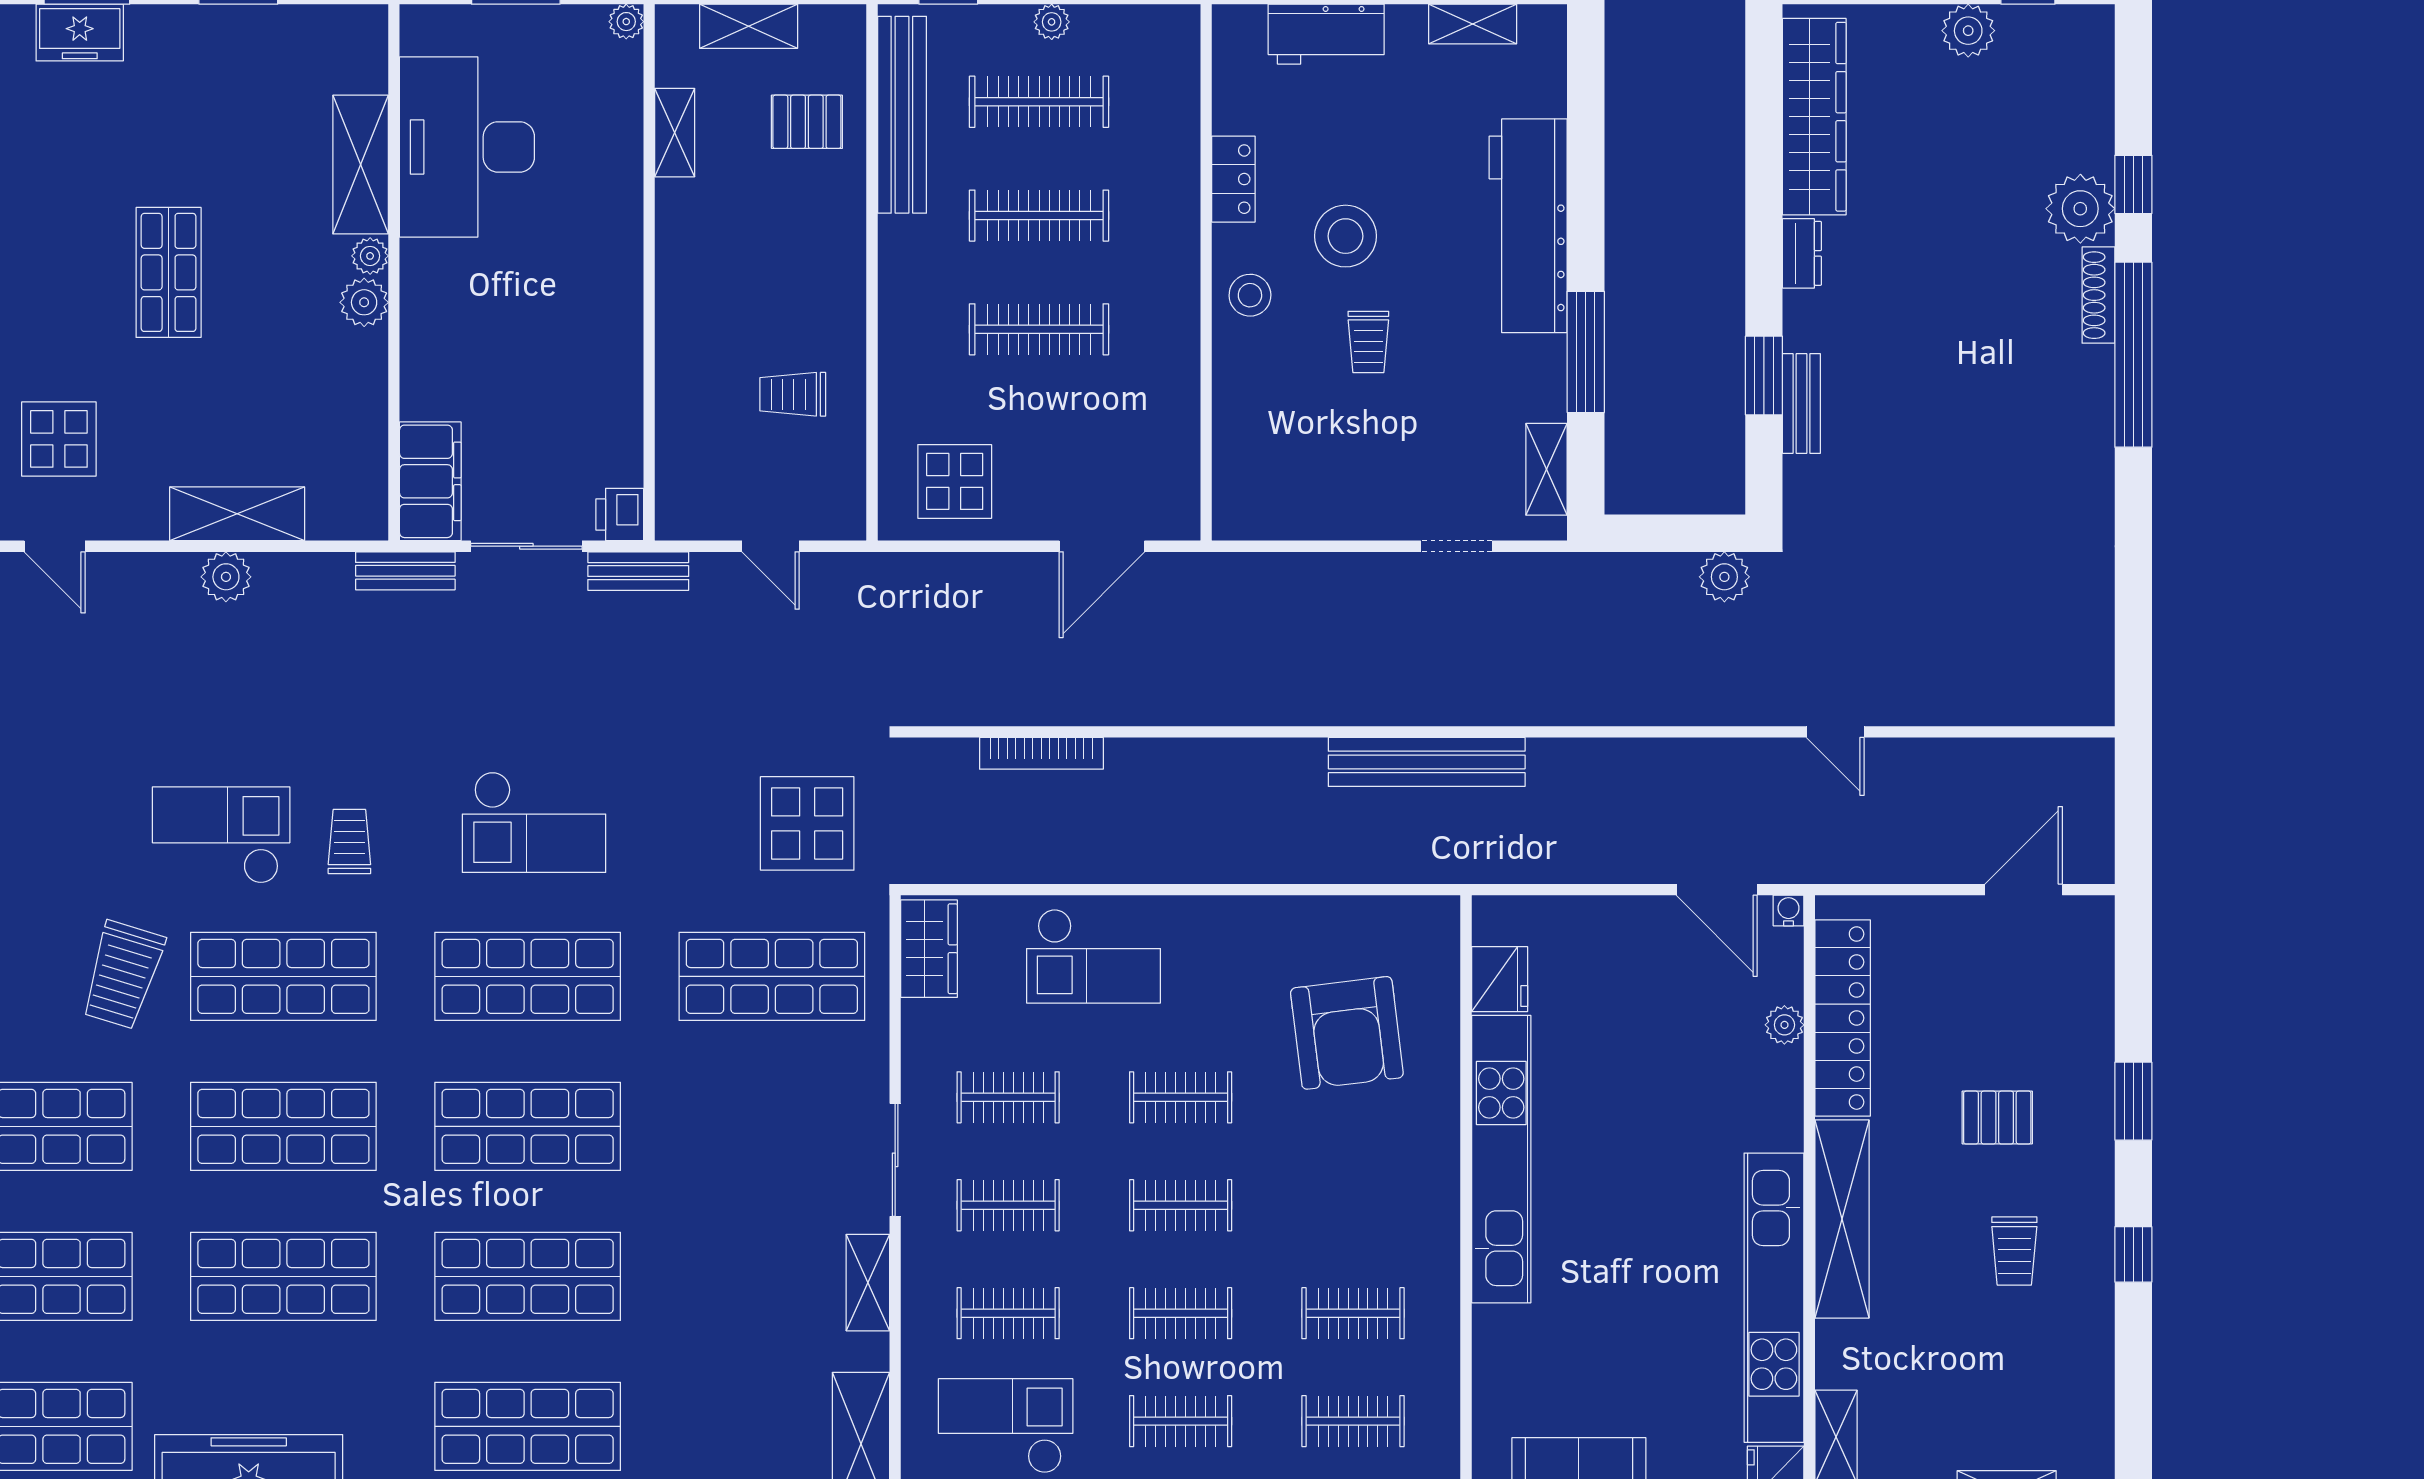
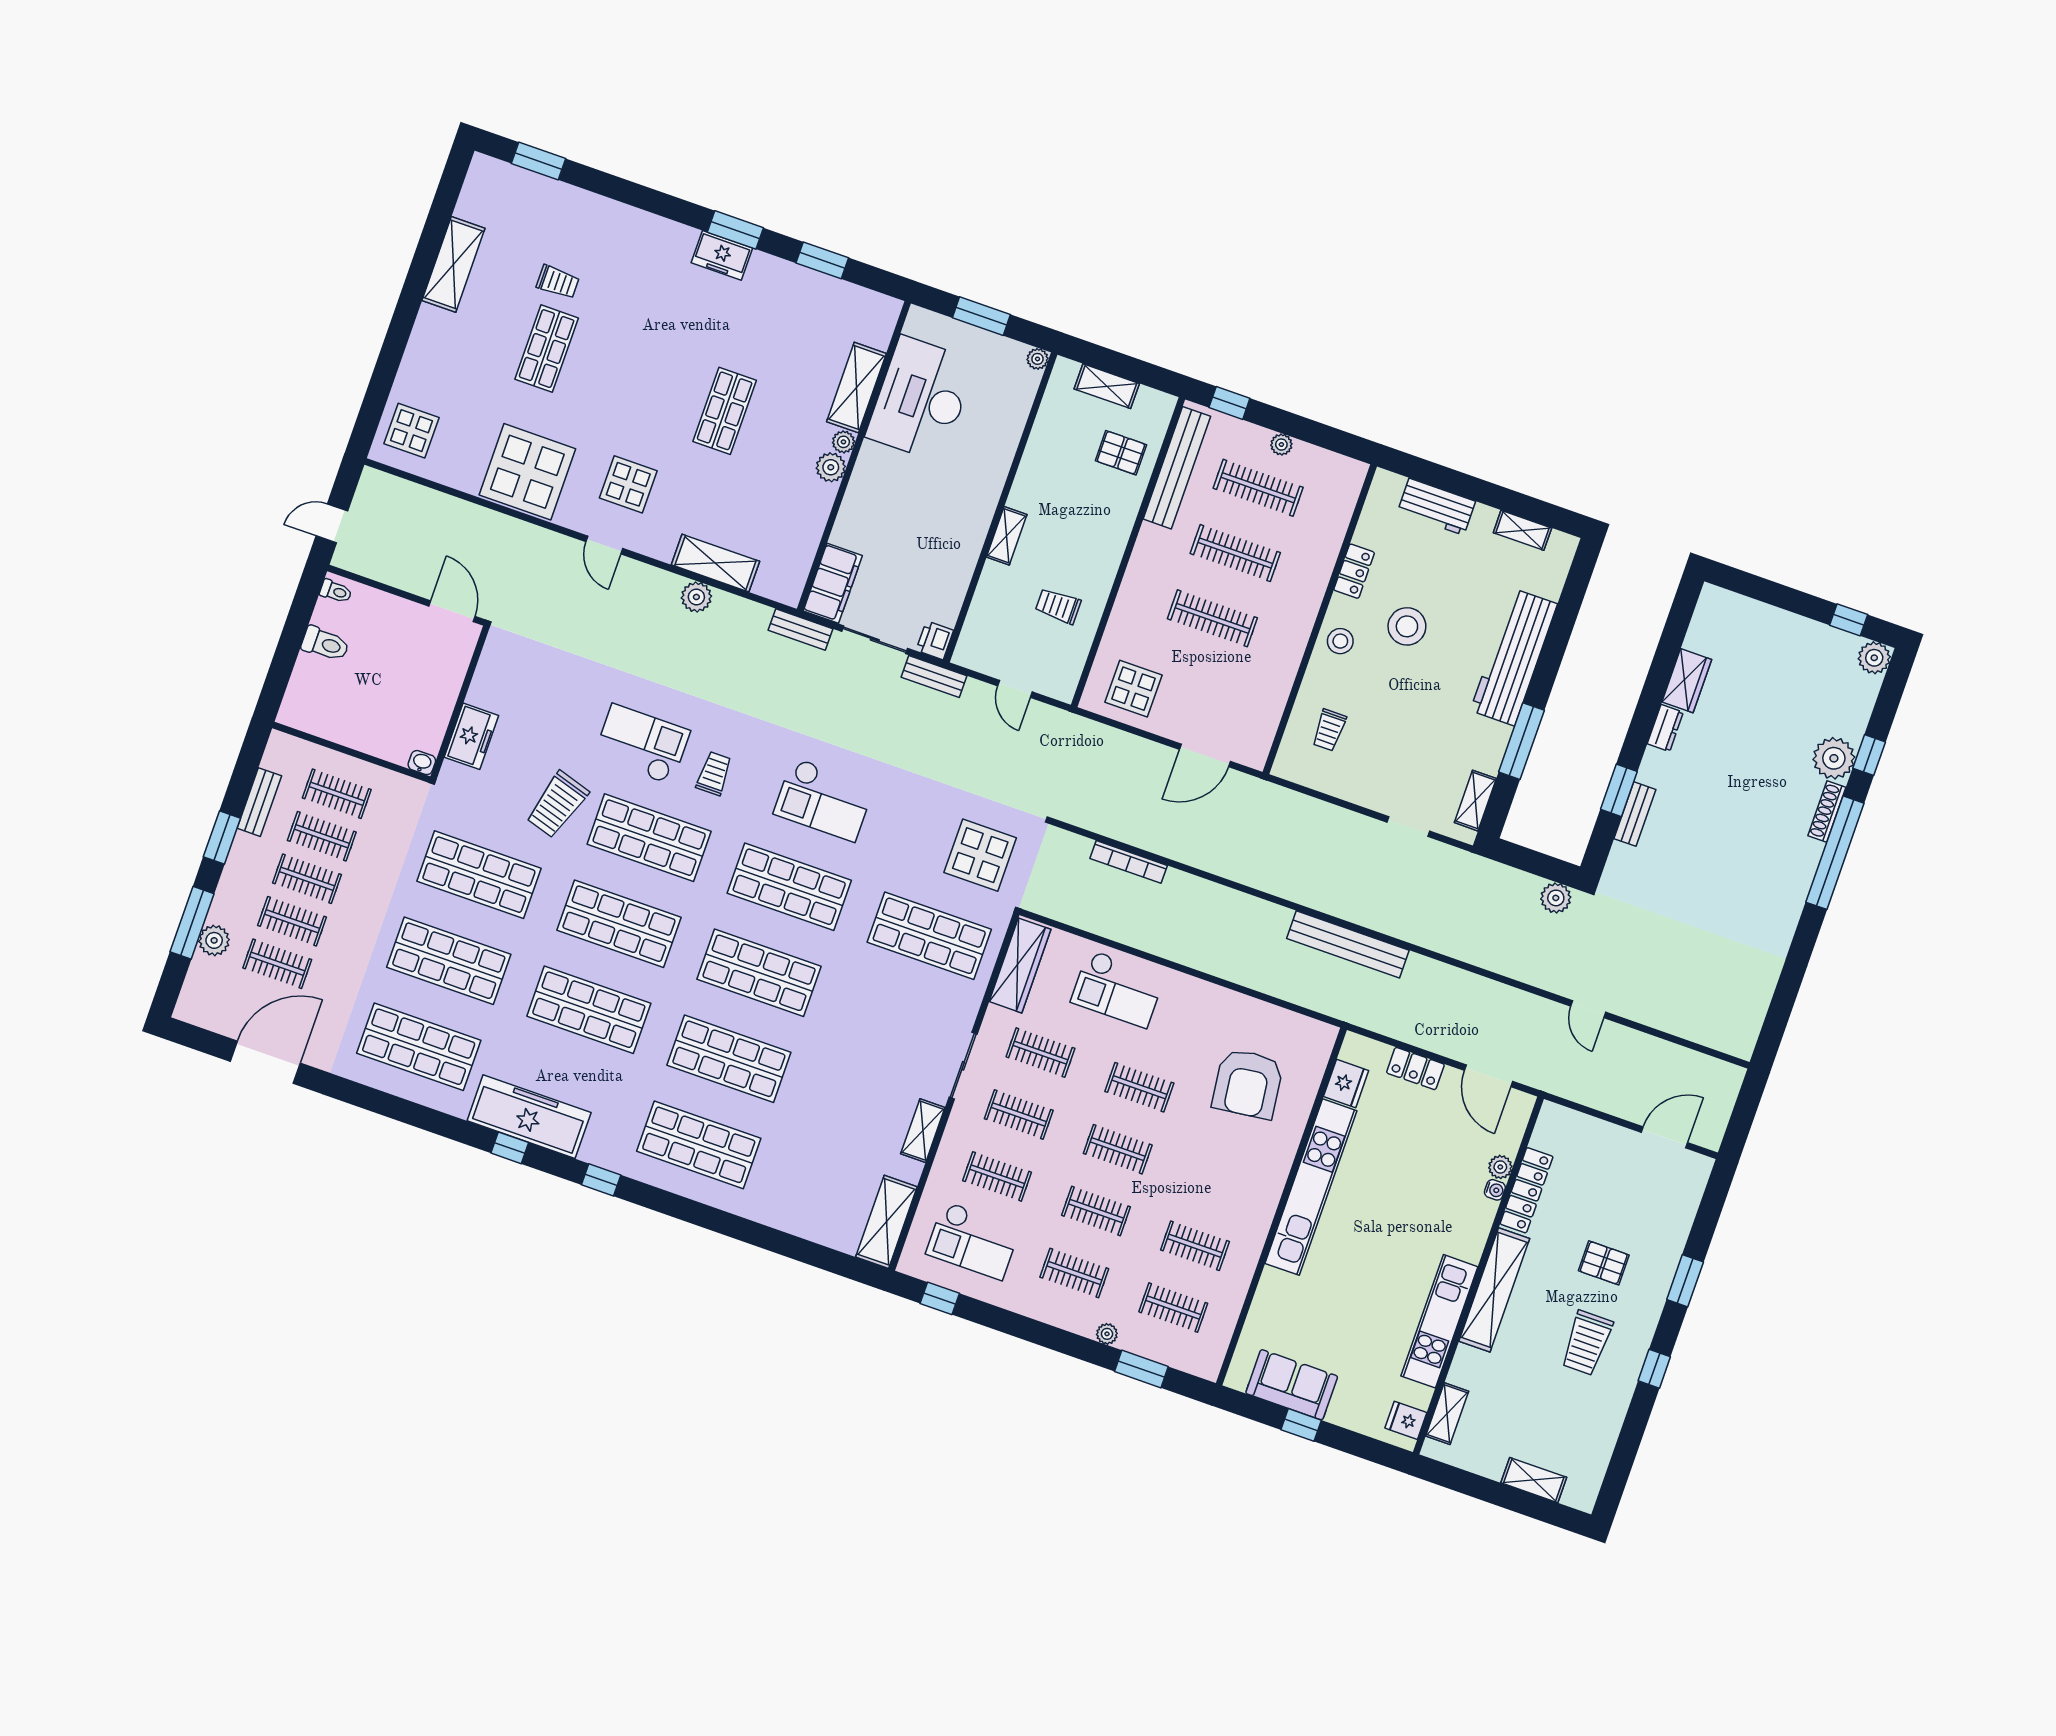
plant: (1968, 31) -> (1874, 658), moved
wardrobe: (1814, 117) -> (1687, 681), width x0.48, depth x0.85
shelving: (675, 133) -> (1007, 536), moved
trolley: (1368, 342) -> (1329, 730), moved
water cooler: (1789, 911) -> (1495, 1190), moved, turned 90
locker: (1599, 918) -> (1415, 1069), added
wardrobe: (929, 949) -> (1020, 965), width x1.50
locker: (1843, 1018) -> (1527, 1190), width x0.71, depth x0.83
trolley: (2014, 1251) -> (1587, 1343), width x1.36, depth x1.39
kitchen unit: (1774, 1298) -> (1439, 1321), width x0.73
checkout: (1006, 1426) -> (973, 1241), turned 180

